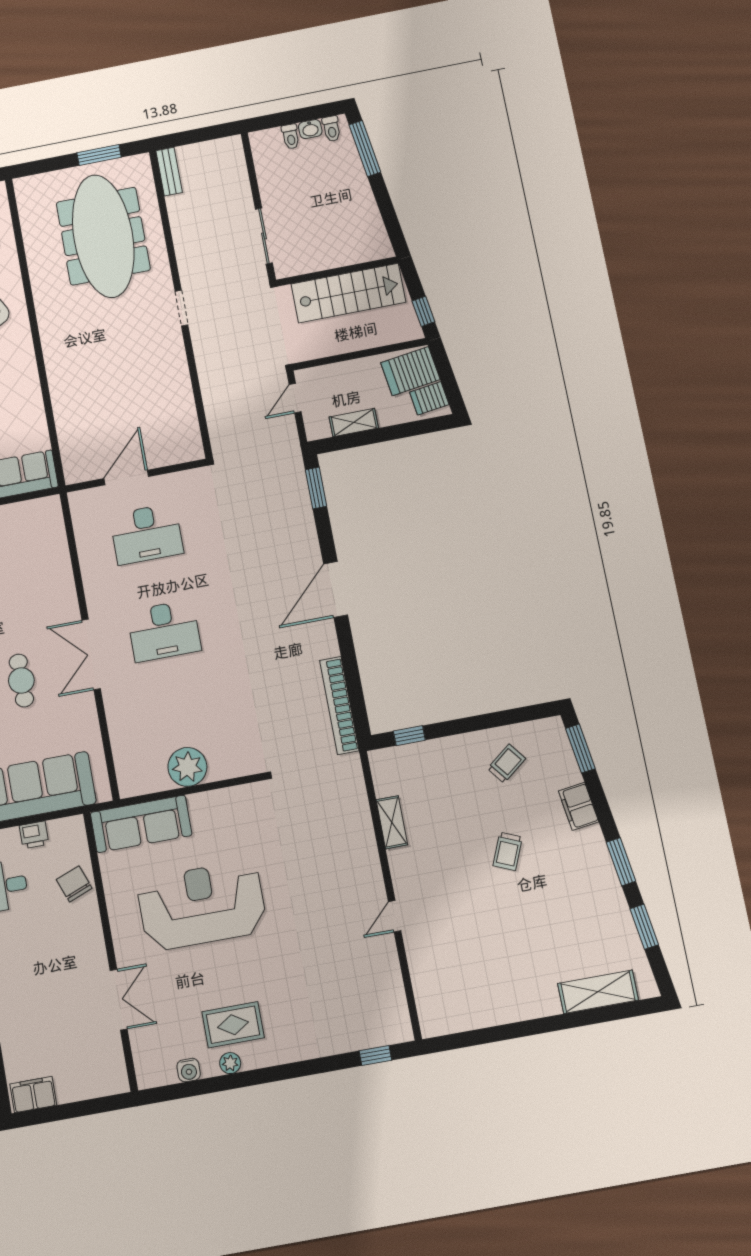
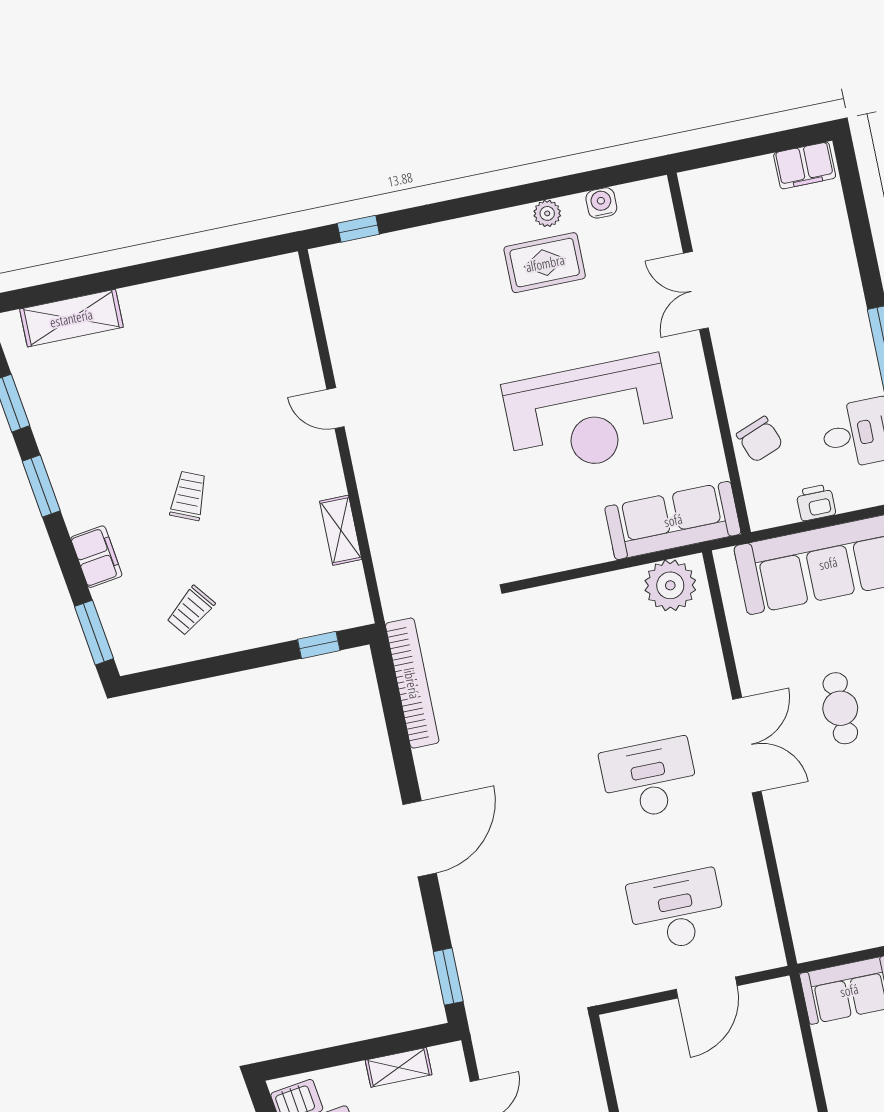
plant: (187, 767) -> (670, 585), moved
door: (395, 916) -> (335, 408), swing flipped

